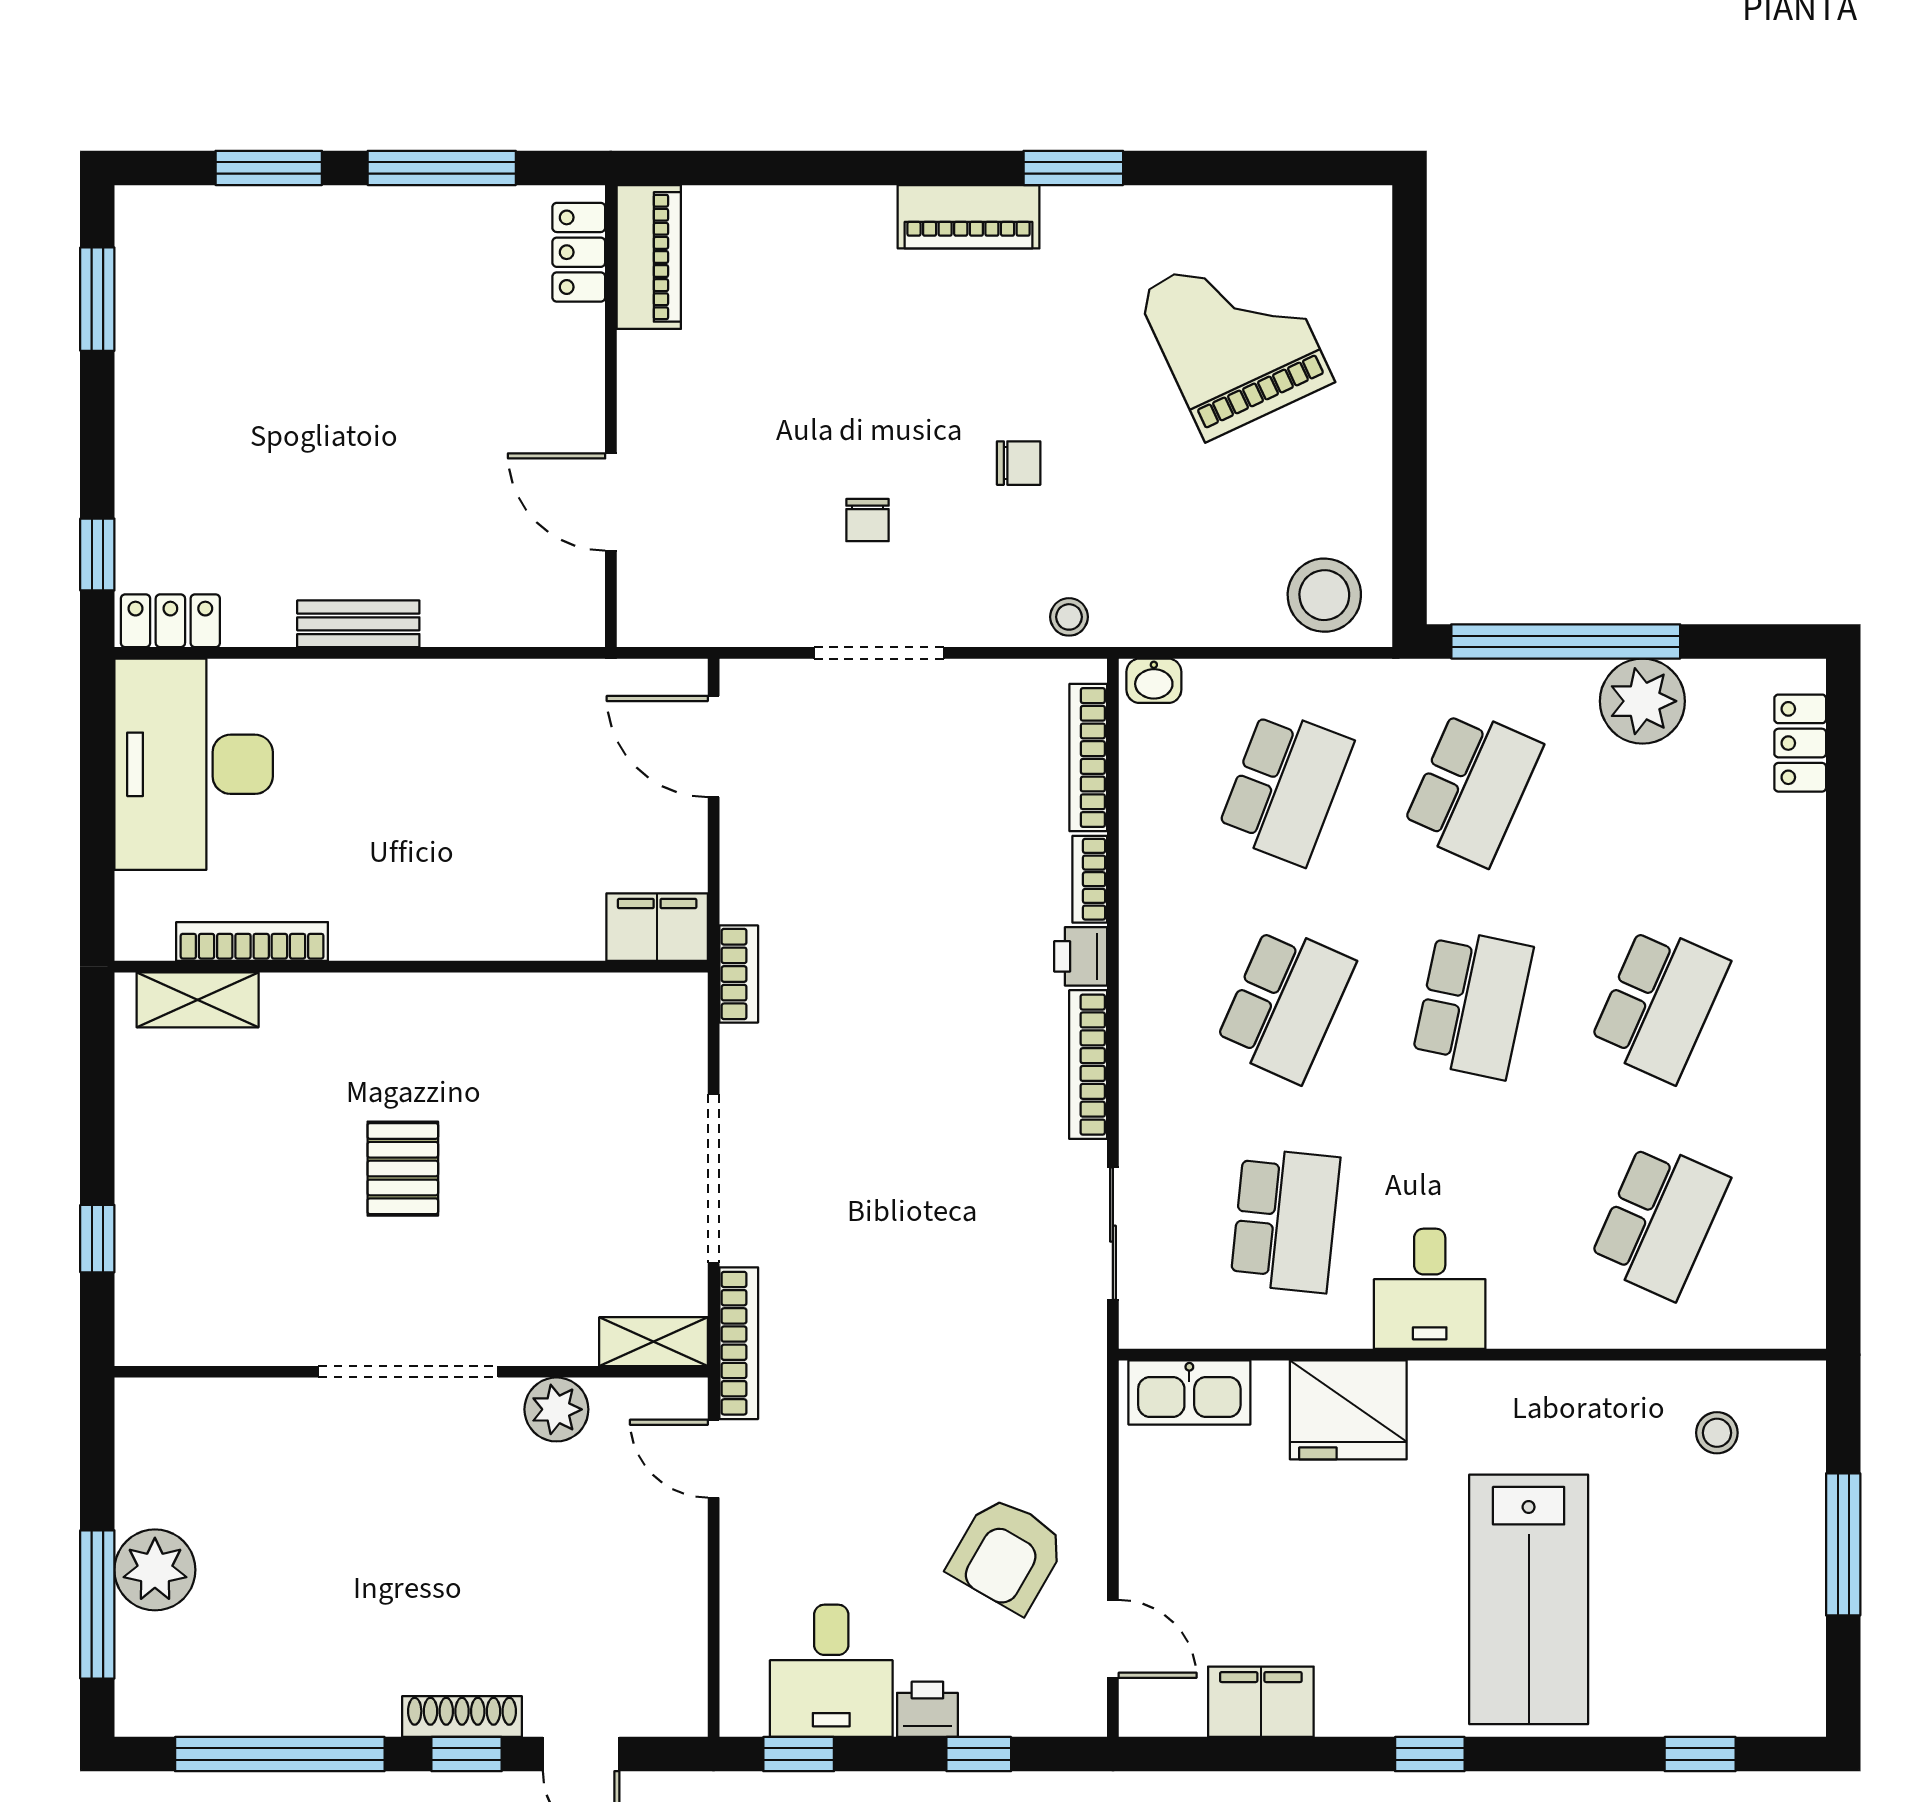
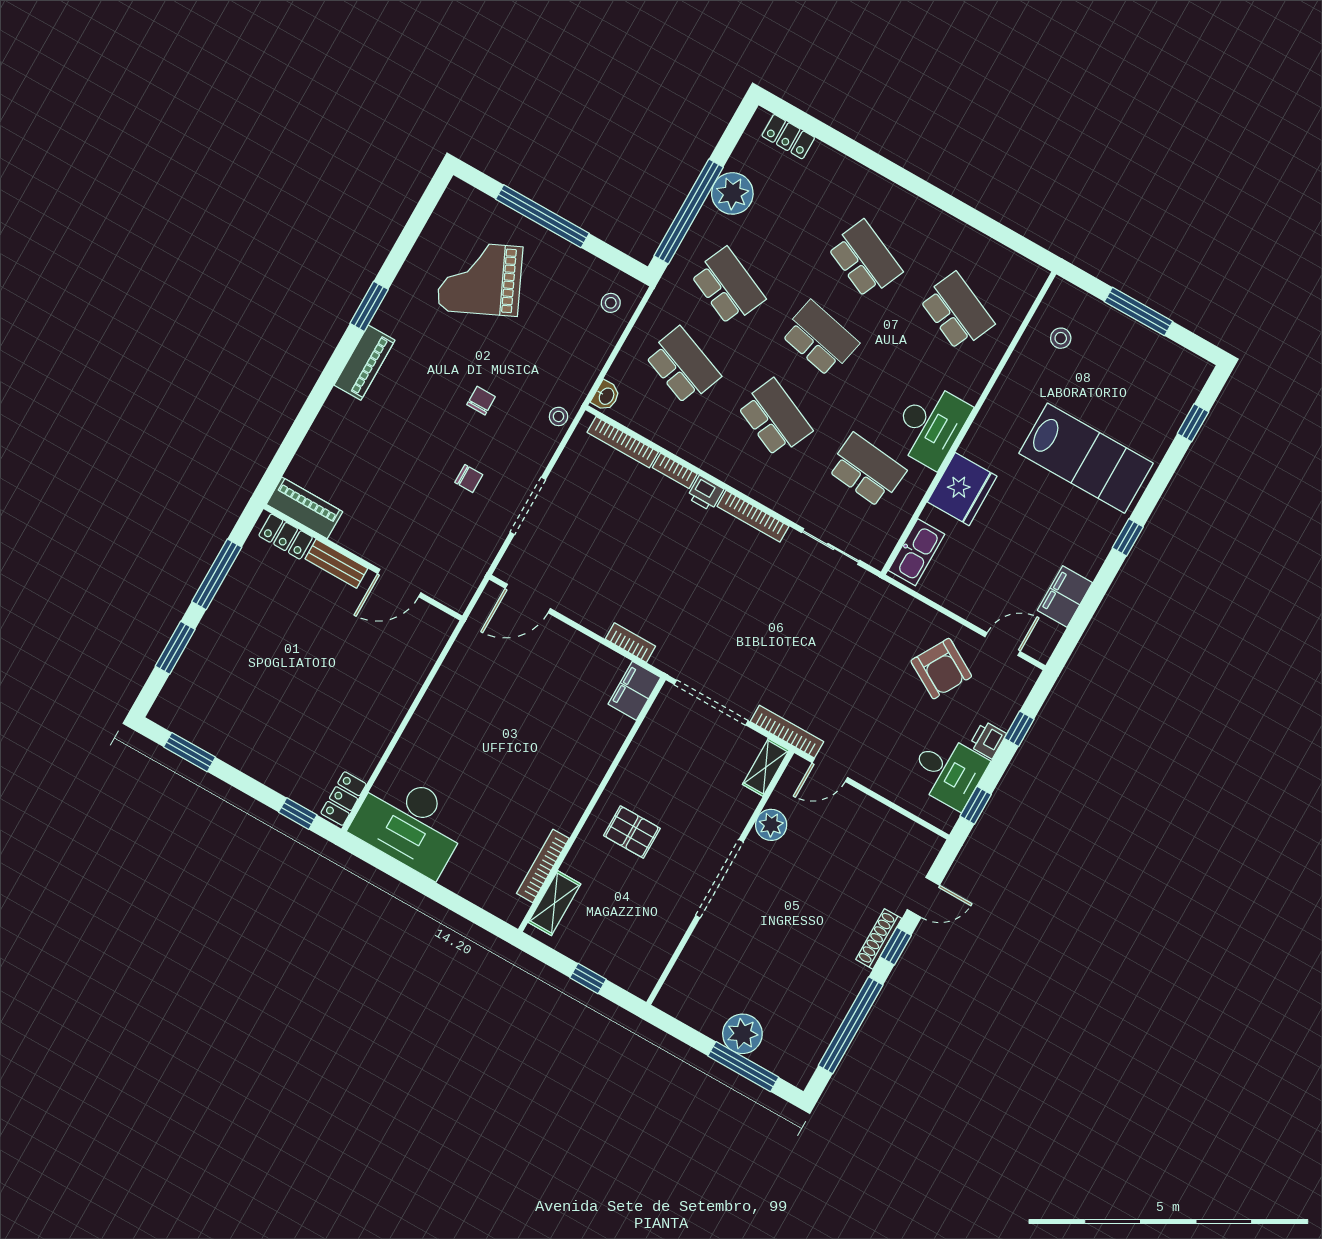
window: (1410, 386) -> (542, 216), added
stool: (1324, 595) -> (611, 303), width x0.53, depth x0.53
bench: (358, 624) -> (336, 564), moved, turned 90
filing cabinet: (657, 927) -> (634, 691), moved
bookcase: (252, 942) -> (543, 866), moved
wall: (411, 967) -> (592, 805), moved
shelving: (198, 1000) -> (554, 903), moved
desk: (1430, 1289) -> (930, 425), width x1.37

